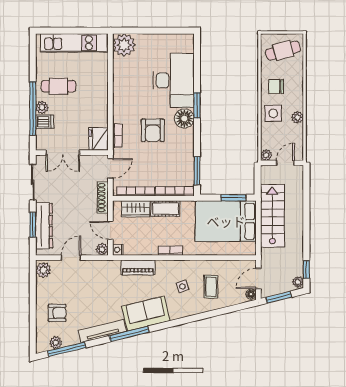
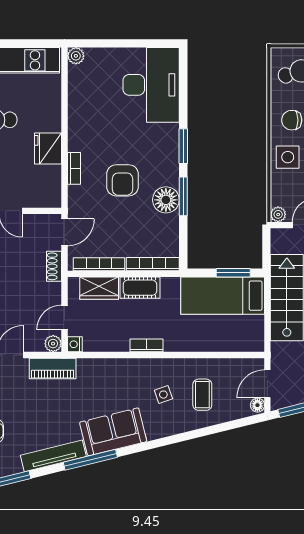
plant: (124, 45) -> (76, 56), width x0.53, depth x0.53
desk: (174, 80) -> (151, 85), moved
floor lamp: (184, 118) -> (166, 200), moved
bookcase: (117, 136) -> (74, 168), moved
fridge: (98, 139) -> (48, 149), moved
window: (197, 171) -> (183, 196), moved
shoe rack: (103, 198) -> (54, 266), width x0.70
bed: (226, 221) -> (223, 296), width x0.67
door: (110, 230) -> (64, 318), hinge flipped
piano: (138, 267) -> (53, 368), moved

